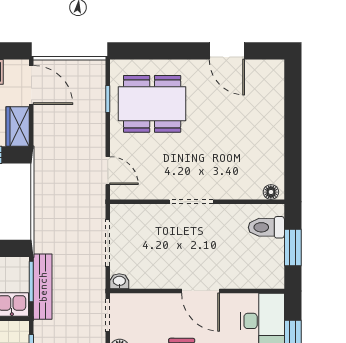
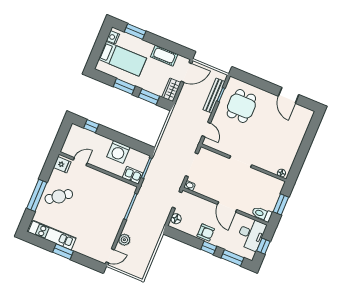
door: (31, 85) -> (186, 72), hinge flipped
dining table: (152, 104) -> (241, 106), width x0.73
toilet: (266, 227) -> (262, 214), moved
bench: (43, 287) -> (214, 96), moved

